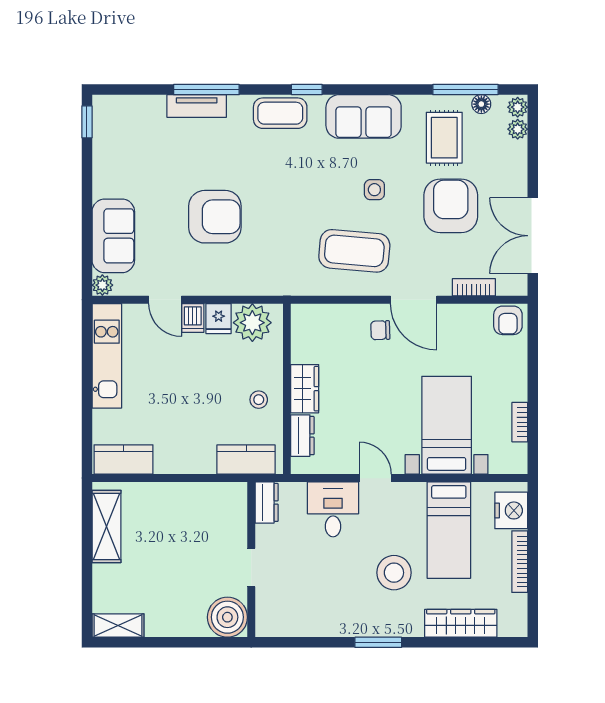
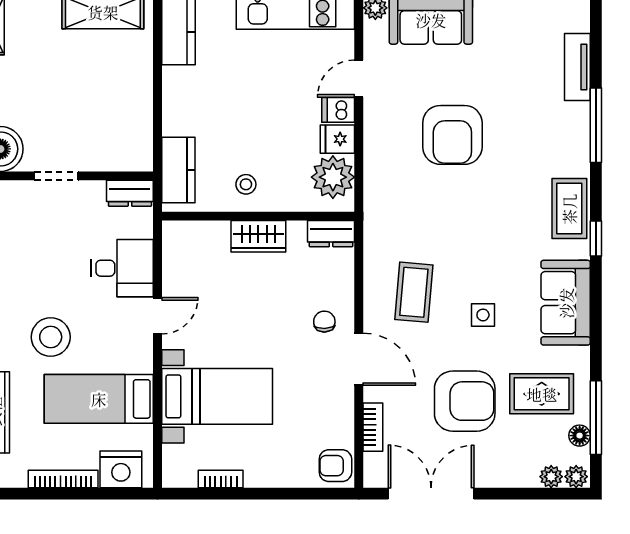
tv unit: (197, 106) -> (577, 67), moved
coffee table: (354, 251) -> (414, 292), width x0.73, depth x0.76
door: (414, 300) -> (359, 359), swing flipped
dresser: (302, 436) -> (331, 234), moved

